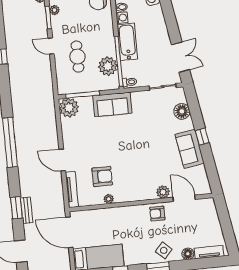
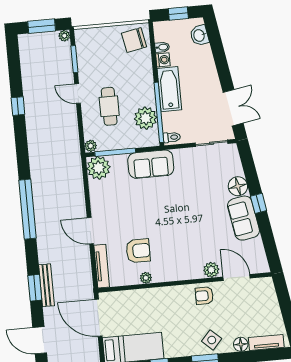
plant: (54, 10) -> (91, 146), moved
floor lamp: (182, 111) -> (238, 186), moved
bench: (27, 210) -> (46, 285), width x1.36

